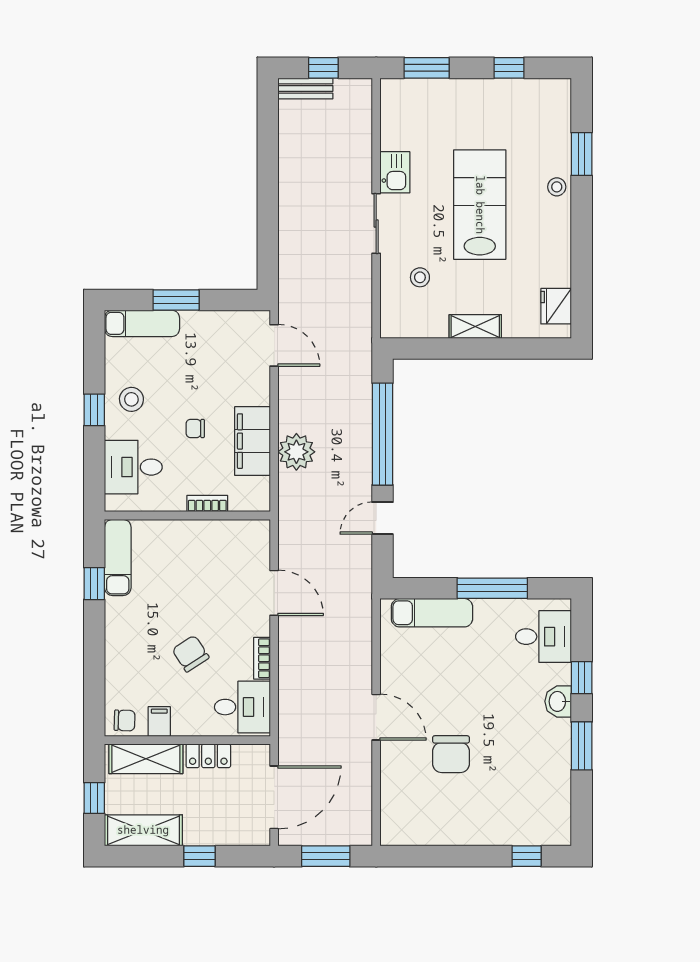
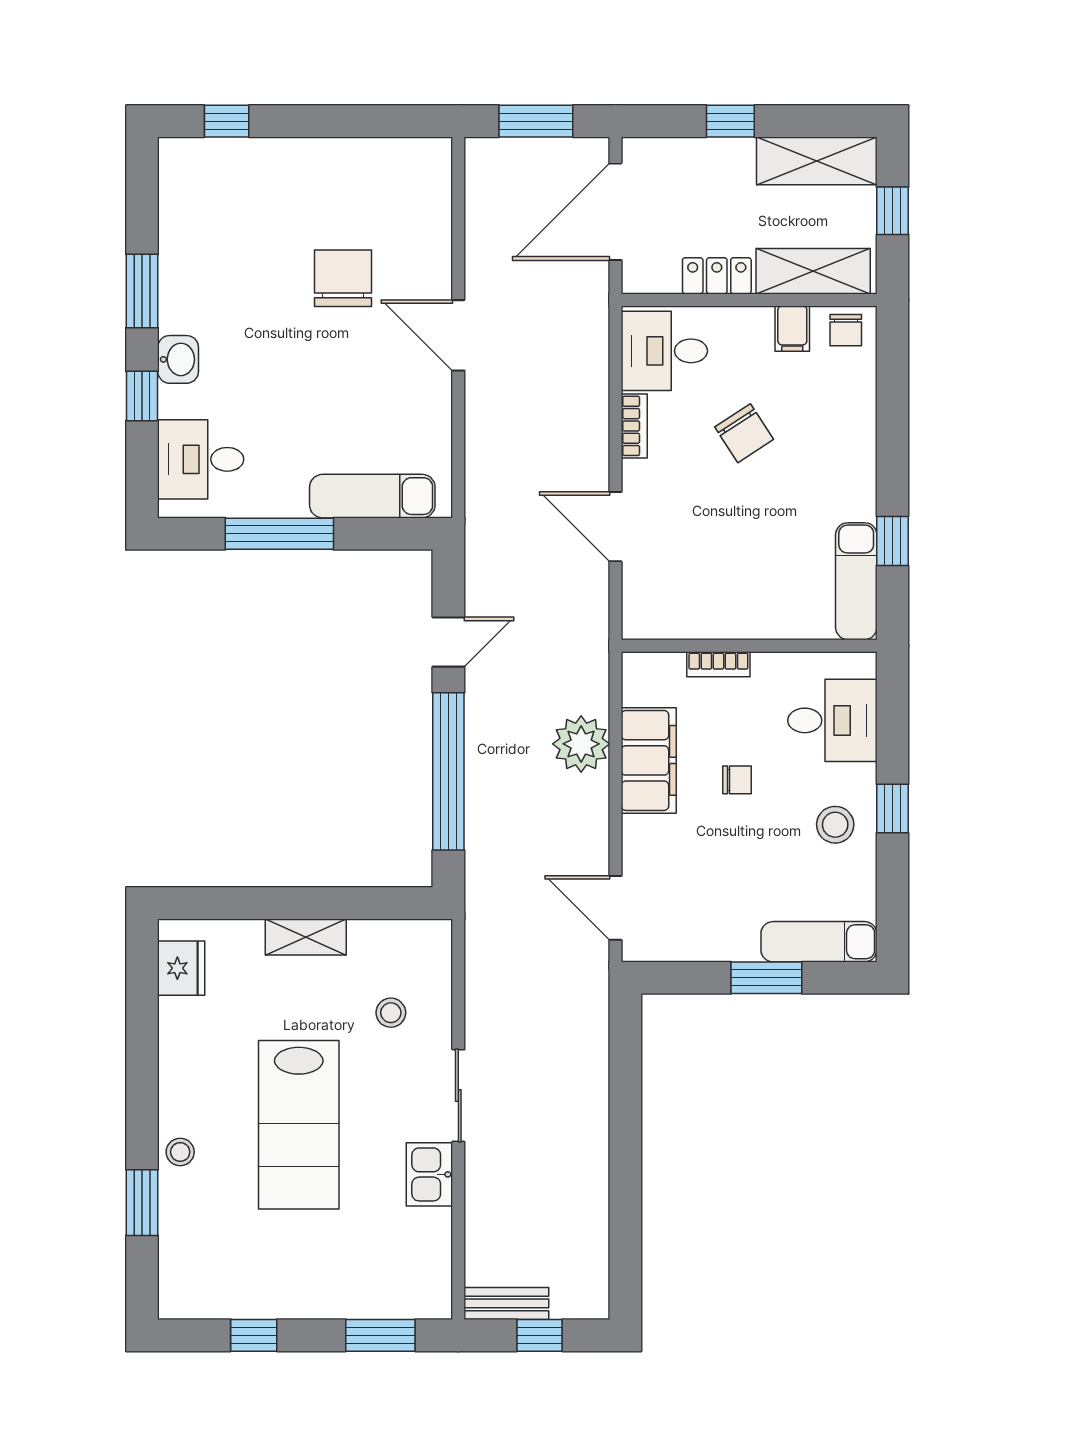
bench: (305, 88) -> (506, 1303), moved
chair: (125, 720) -> (846, 330), turned -92

